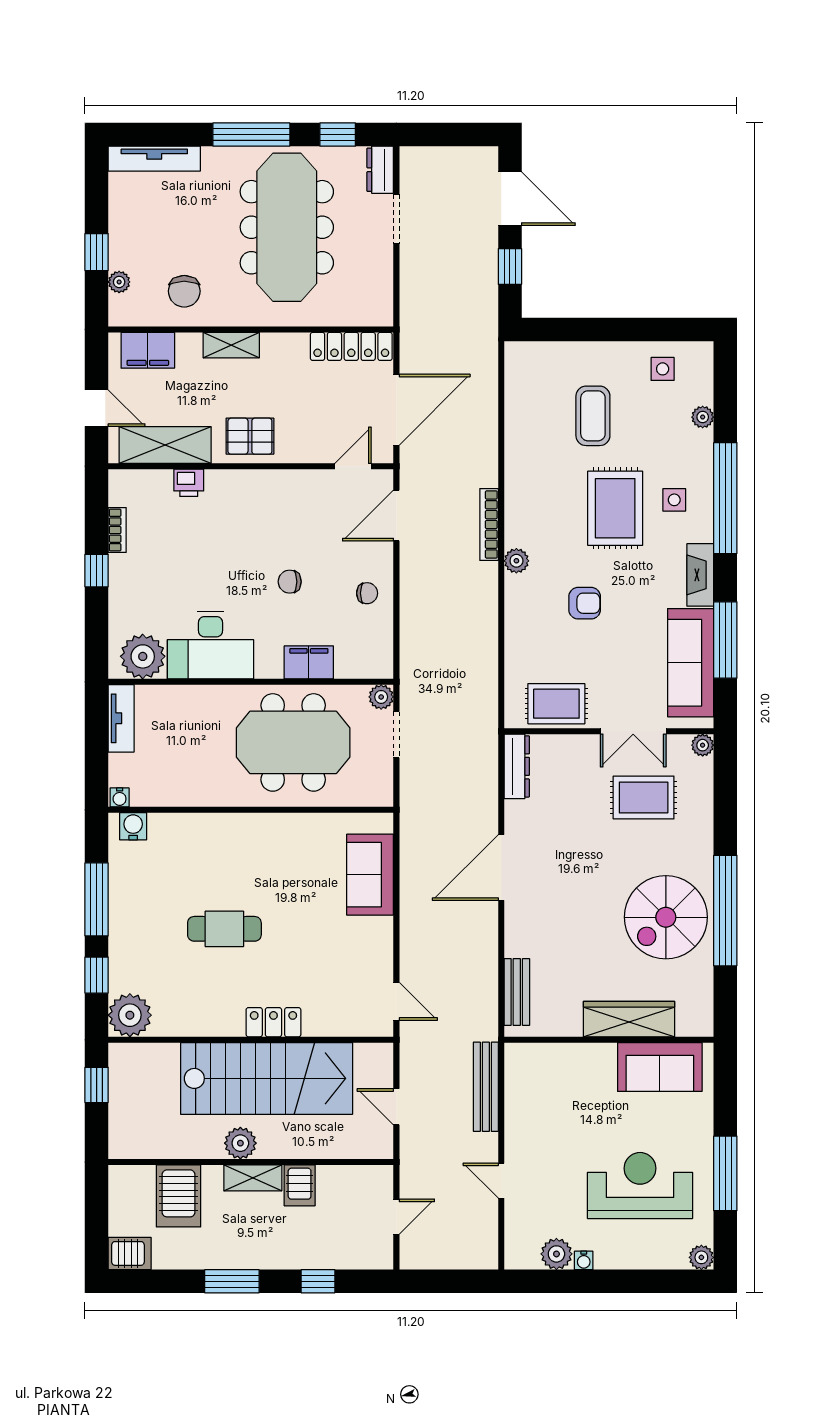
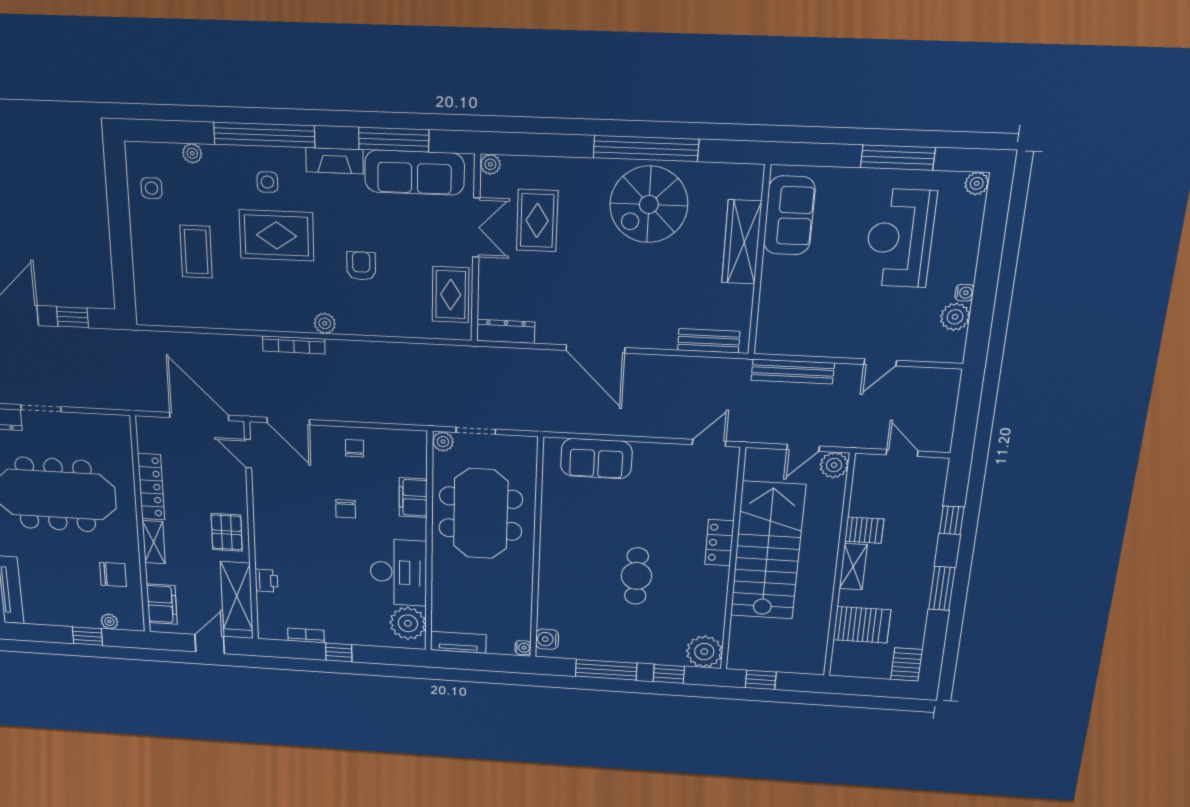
locker: (351, 346) -> (151, 487), moved
coffee table: (593, 416) -> (196, 252), turned 90
spiral stairs: (666, 917) -> (649, 204), turned 90
plant: (240, 1143) -> (834, 465), moved

